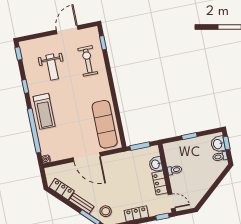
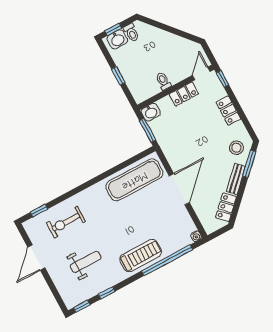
door: (67, 30) -> (36, 257), hinge flipped
window: (25, 86) -> (107, 293), moved
washbasin: (156, 164) -> (151, 112), moved

